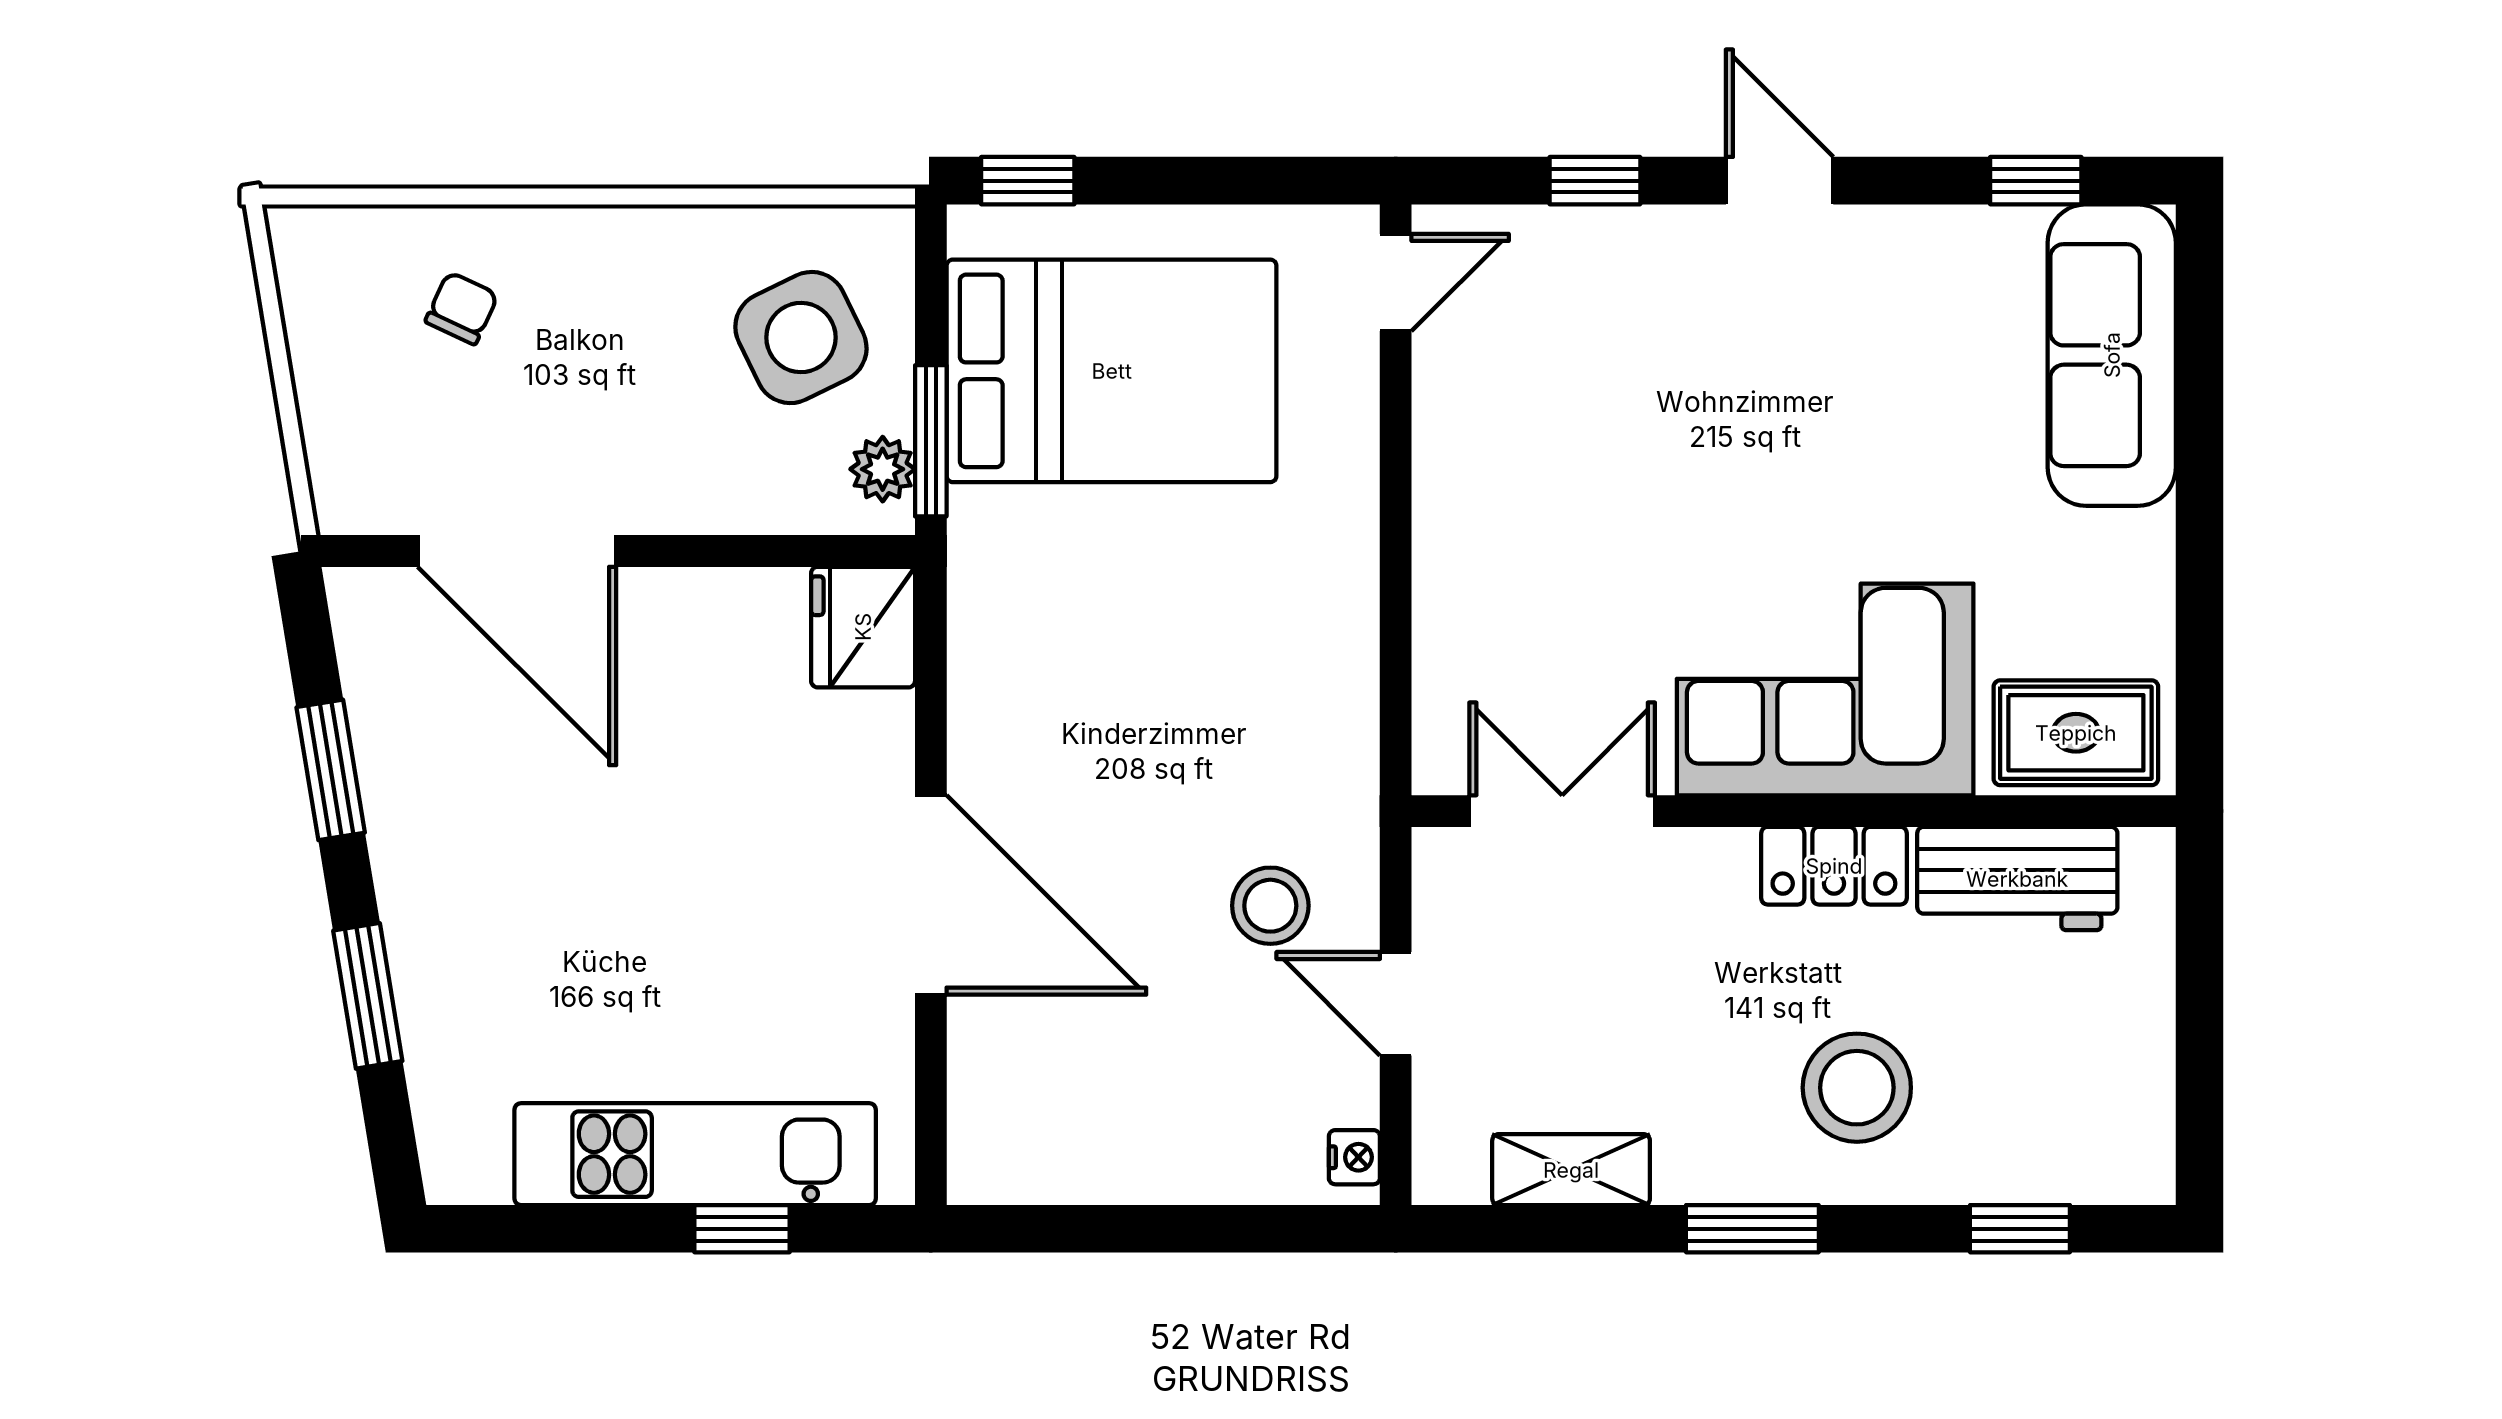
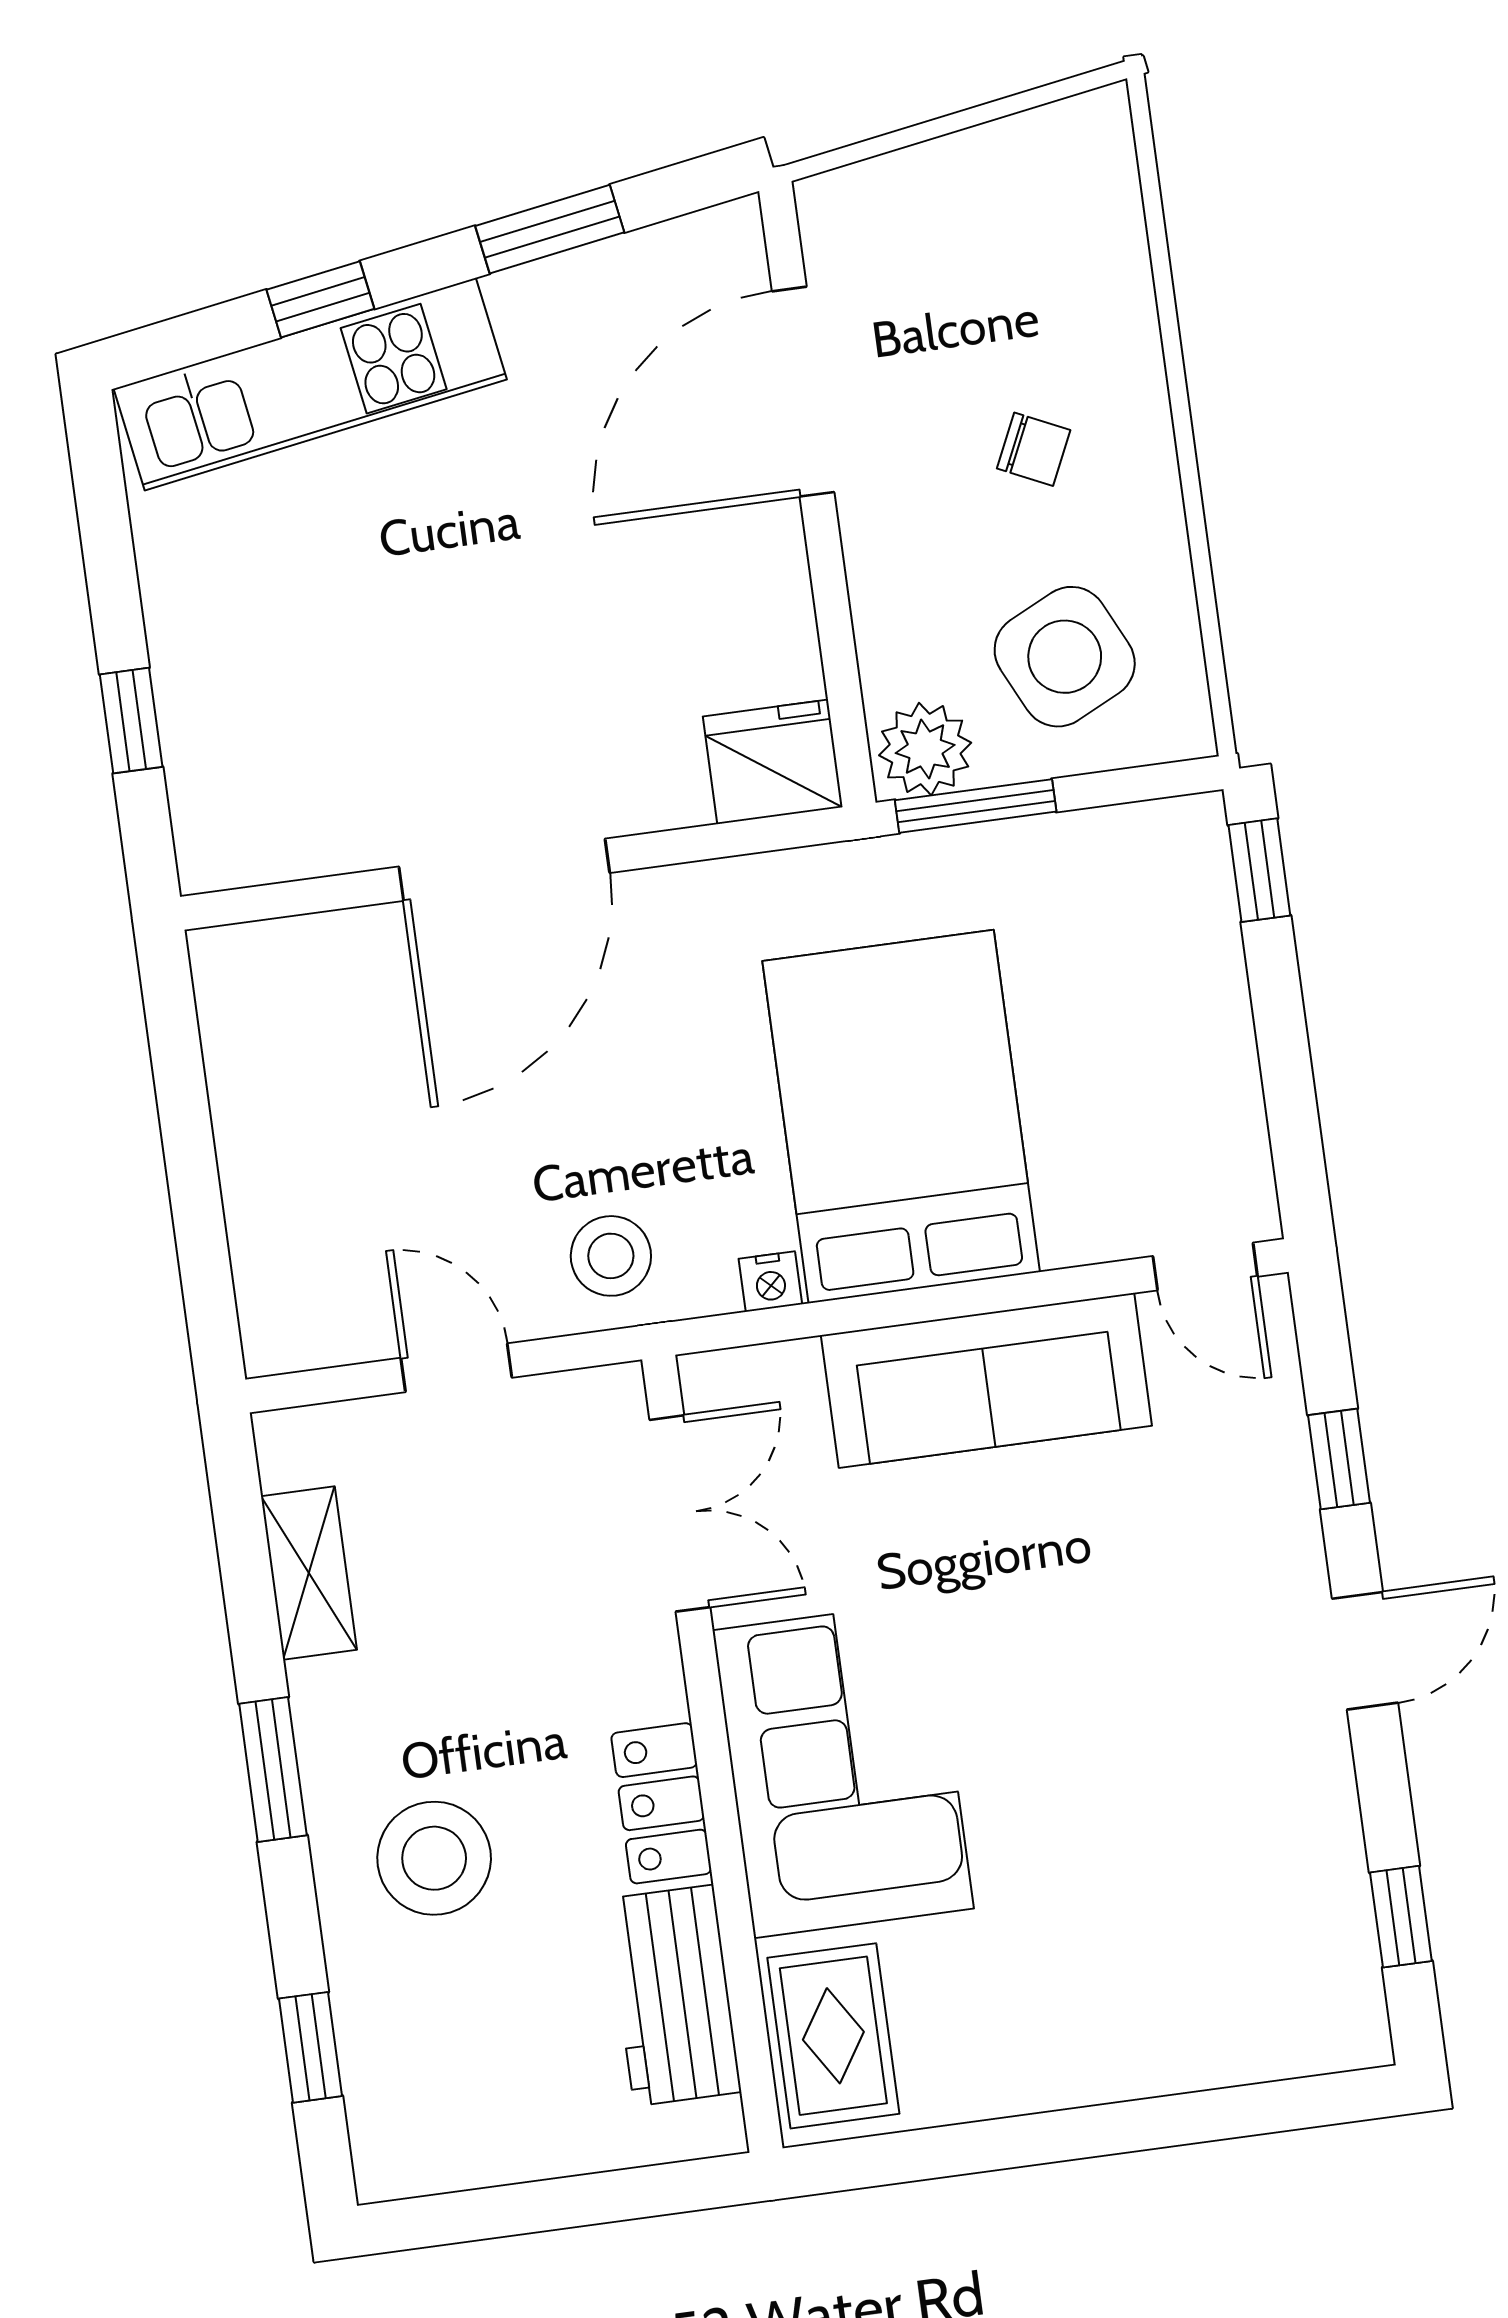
chair: (462, 308) -> (1034, 449), moved
sofa: (2112, 355) -> (986, 1380), moved, turned 180
bed: (1112, 371) -> (901, 1117), moved, turned 180
plant: (883, 469) -> (925, 749), width x1.38, depth x1.38
stool: (1270, 906) -> (611, 1256), moved
window: (368, 996) -> (320, 299), width x0.67
door: (1396, 1004) -> (456, 1368), hinge flipped
kitchen unit: (695, 1154) -> (310, 384), moved, turned 81
nightstand: (1354, 1157) -> (770, 1282), moved

